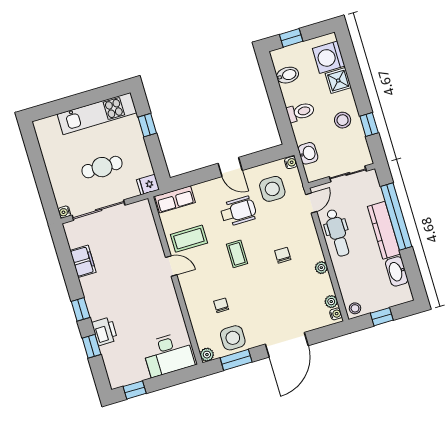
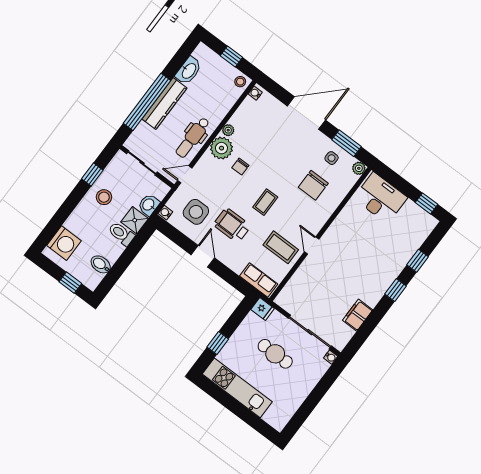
shower: (338, 81) -> (135, 220), moved
dental chair: (337, 233) -> (193, 138), turned 180
plant: (331, 302) -> (221, 148), moved, width x1.88, depth x1.88
chair: (221, 305) -> (313, 185), width x1.87, depth x1.87
printer: (105, 331) -> (399, 259), removed
side table: (233, 338) -> (332, 158), width x0.54, depth x0.54

